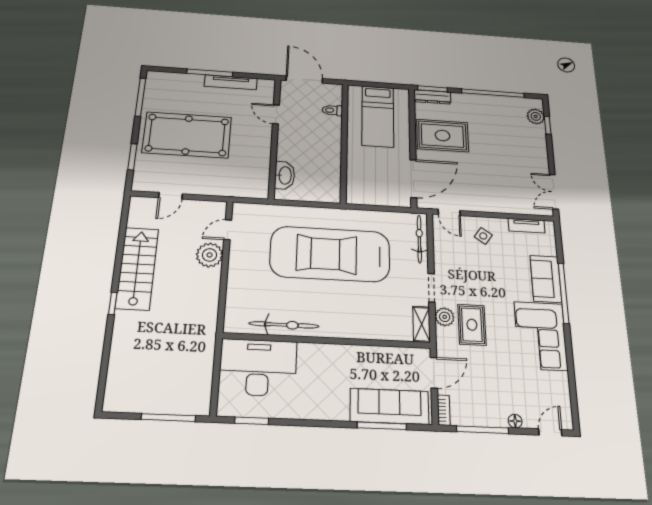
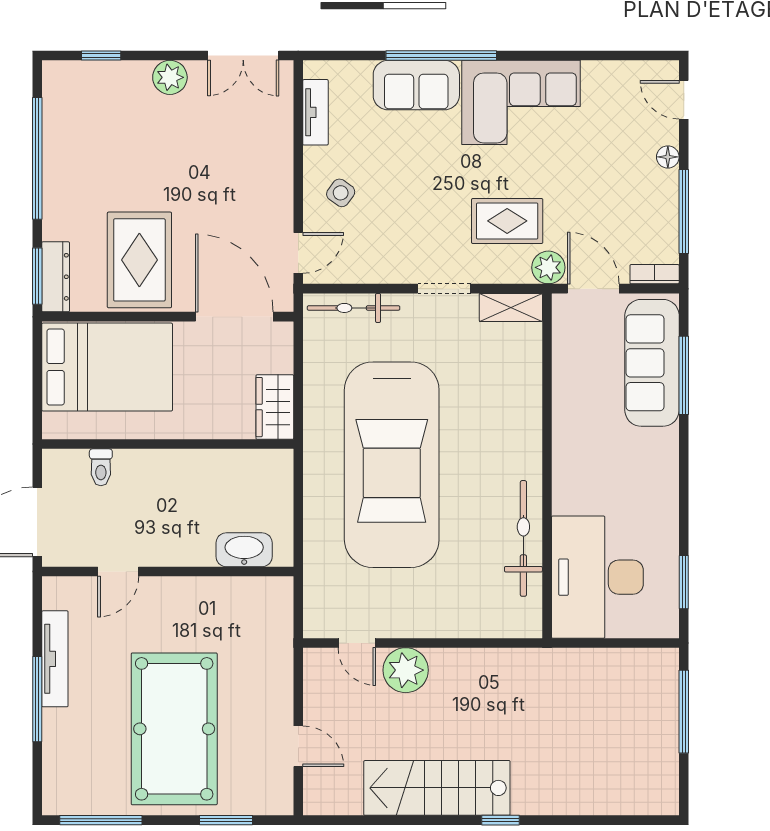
bed: (378, 116) -> (107, 367), width x1.50
plant: (536, 116) -> (170, 77), moved
wardrobe: (364, 196) -> (275, 407), added
plant: (445, 317) -> (548, 267), moved

